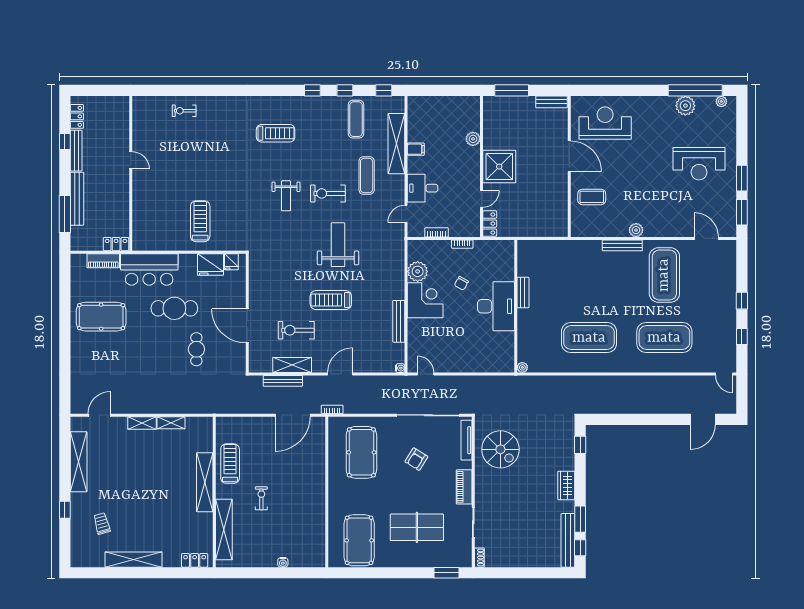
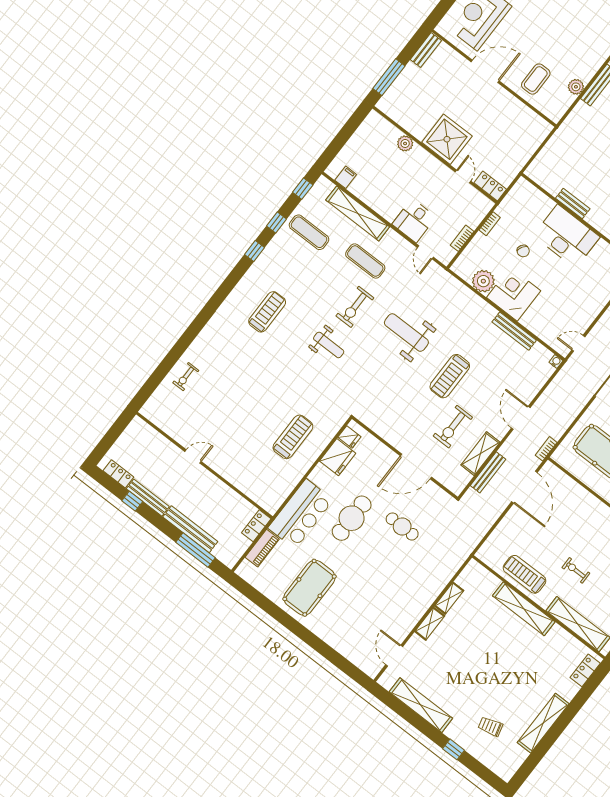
filing cabinet: (416, 149) -> (346, 177), moved
treadmill: (200, 221) -> (293, 437), turned 90
plant: (636, 230) -> (576, 87), moved

